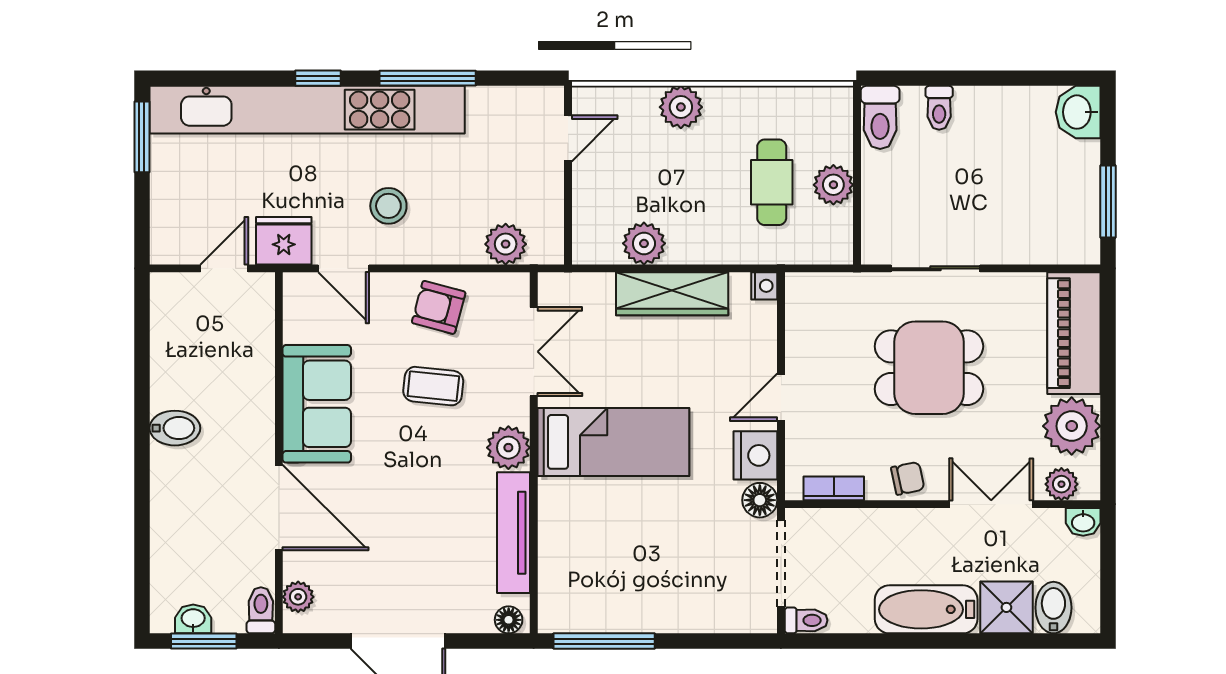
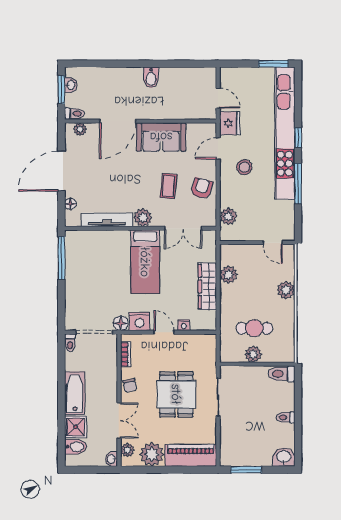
toilet: (939, 108) -> (286, 417), moved
nightstand: (764, 286) -> (184, 325), moved
floor lamp: (509, 620) -> (70, 204), moved

